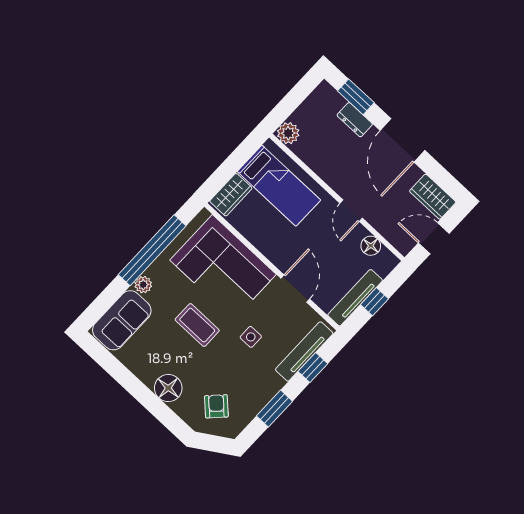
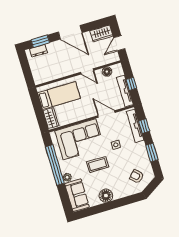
dresser: (355, 120) -> (38, 51), moved
plant: (288, 133) -> (39, 79), removed
floor lamp: (168, 388) -> (106, 196), moved

